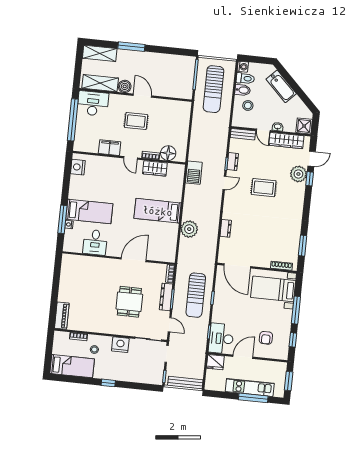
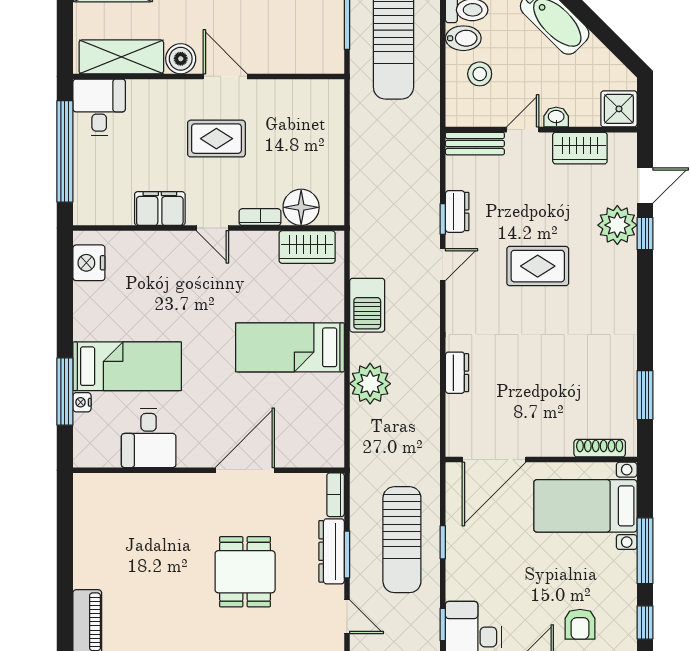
desk: (93, 103) -> (99, 107), width x0.73
door: (263, 130) -> (523, 130), swing flipped
wardrobe: (286, 141) -> (580, 148), width x0.67
wardrobe: (155, 168) -> (307, 247), moved
barbecue: (194, 173) -> (367, 305), moved
door: (237, 266) -> (494, 460), hinge flipped

